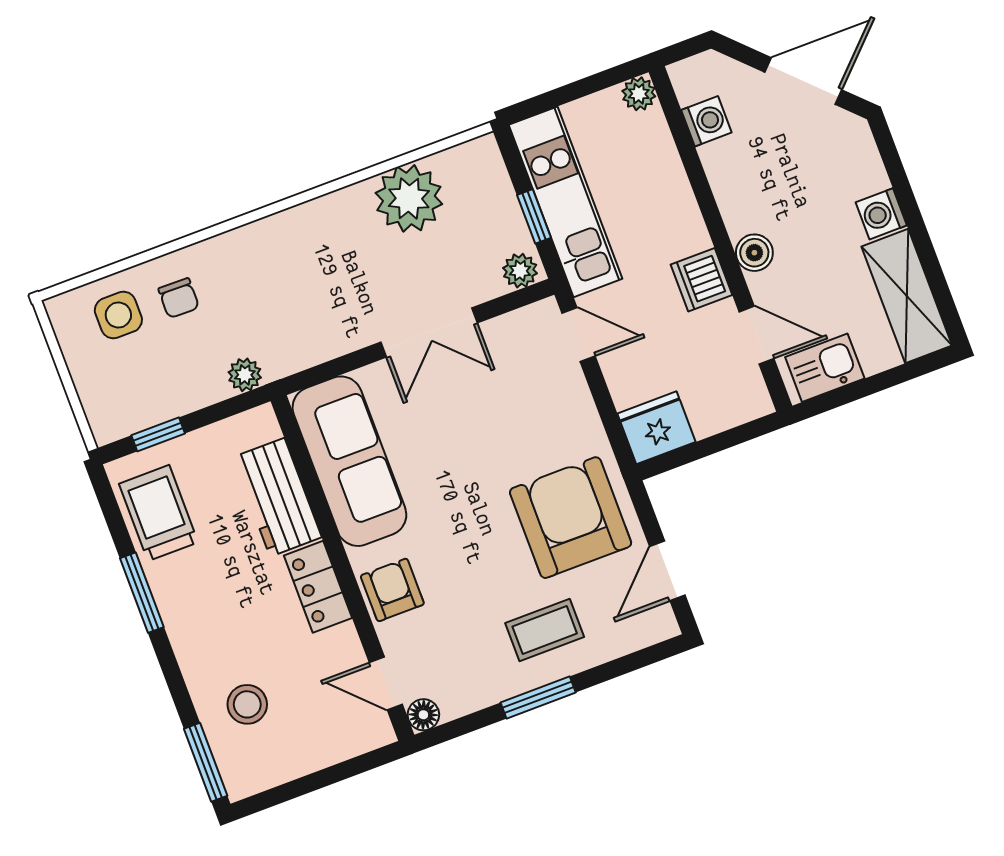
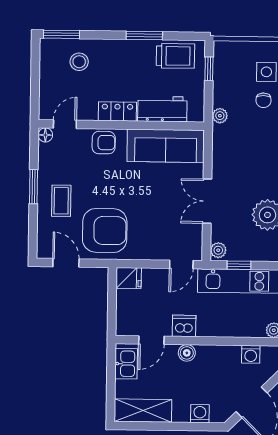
washing machine: (881, 214) -> (200, 414), moved
chair: (179, 298) -> (263, 100), turned -91
fridge: (656, 428) -> (129, 278), width x0.72

